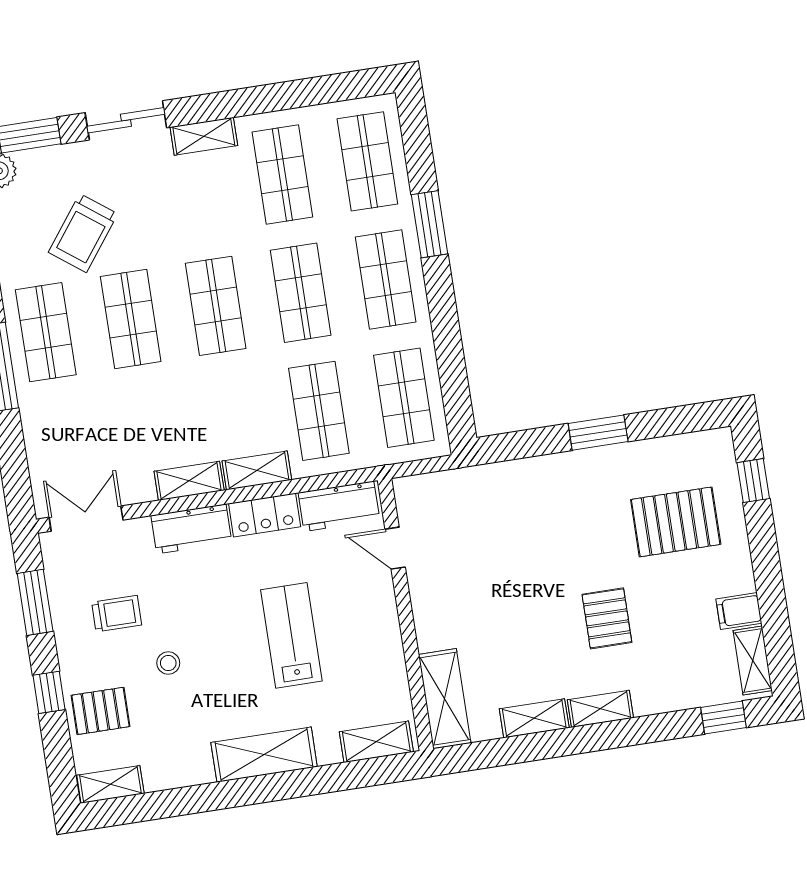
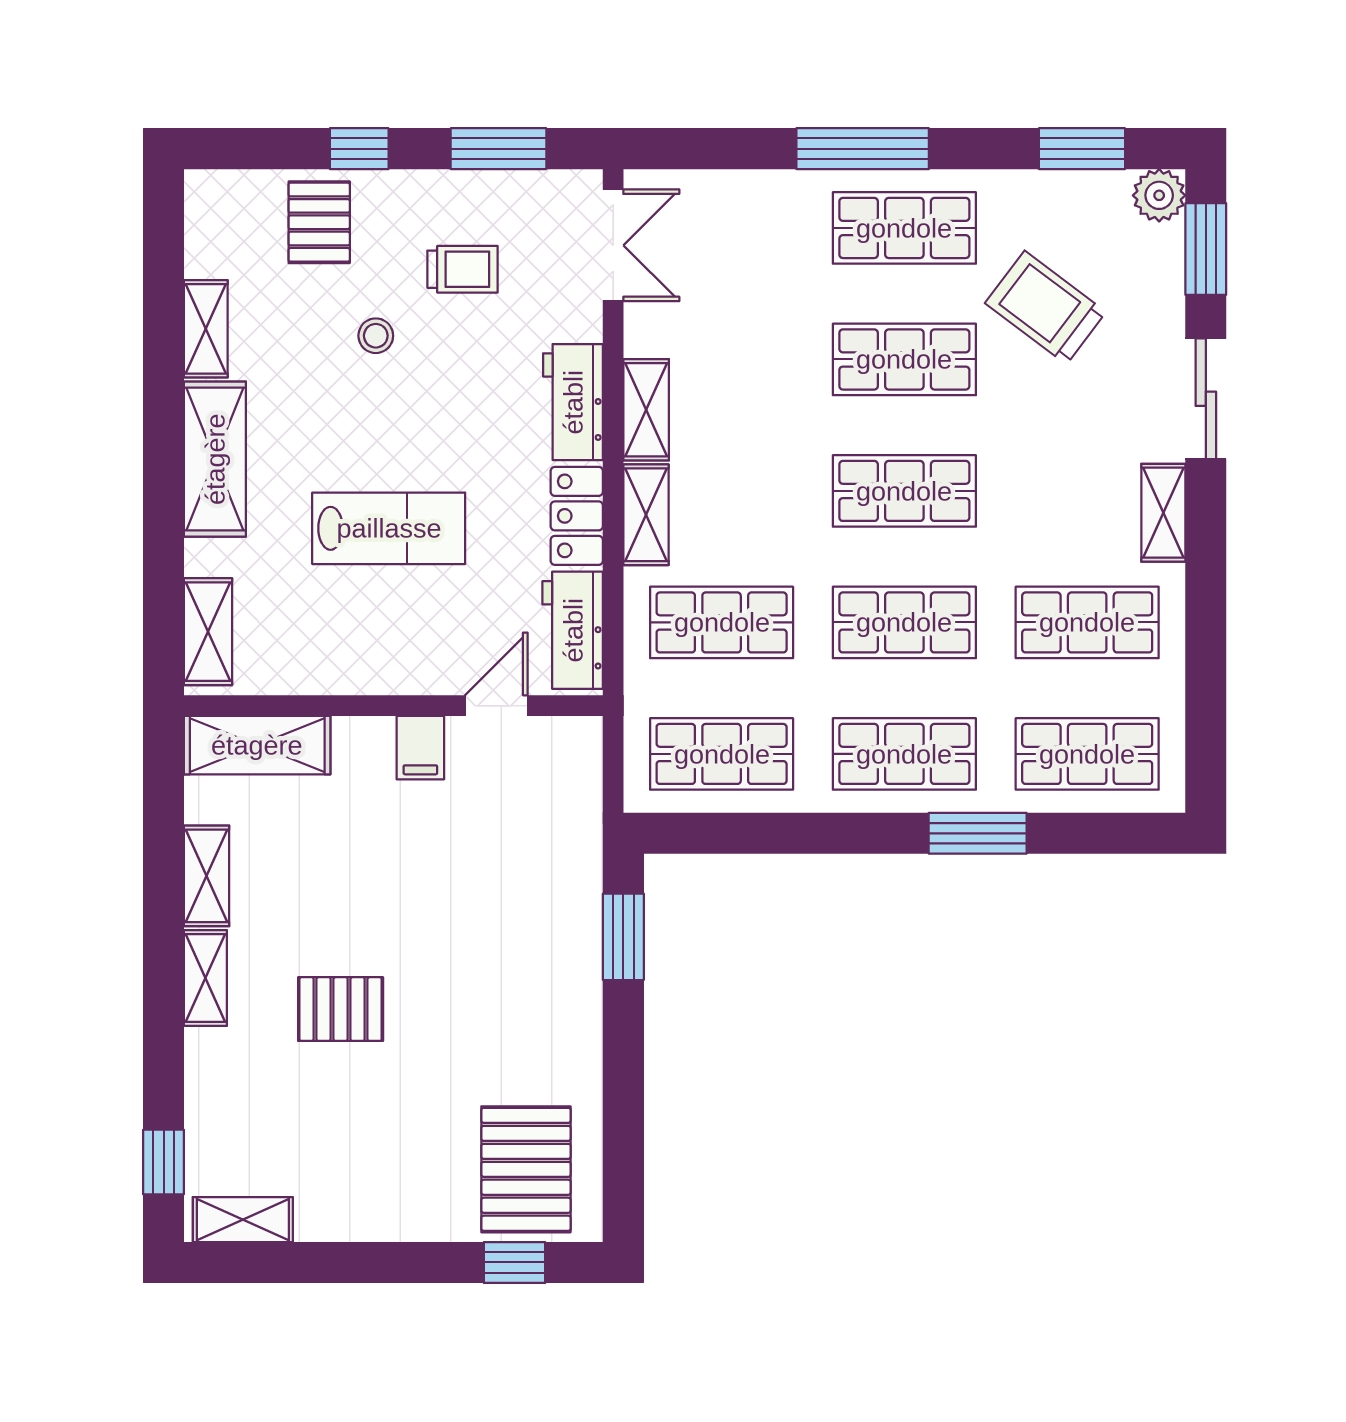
window: (598, 433) -> (623, 937), moved
pallet: (676, 522) -> (526, 1169), moved
filing cabinet: (739, 611) -> (420, 748), moved, turned 180
trolley: (117, 614) -> (462, 269), turned -90
shelving: (110, 784) -> (206, 329), moved

